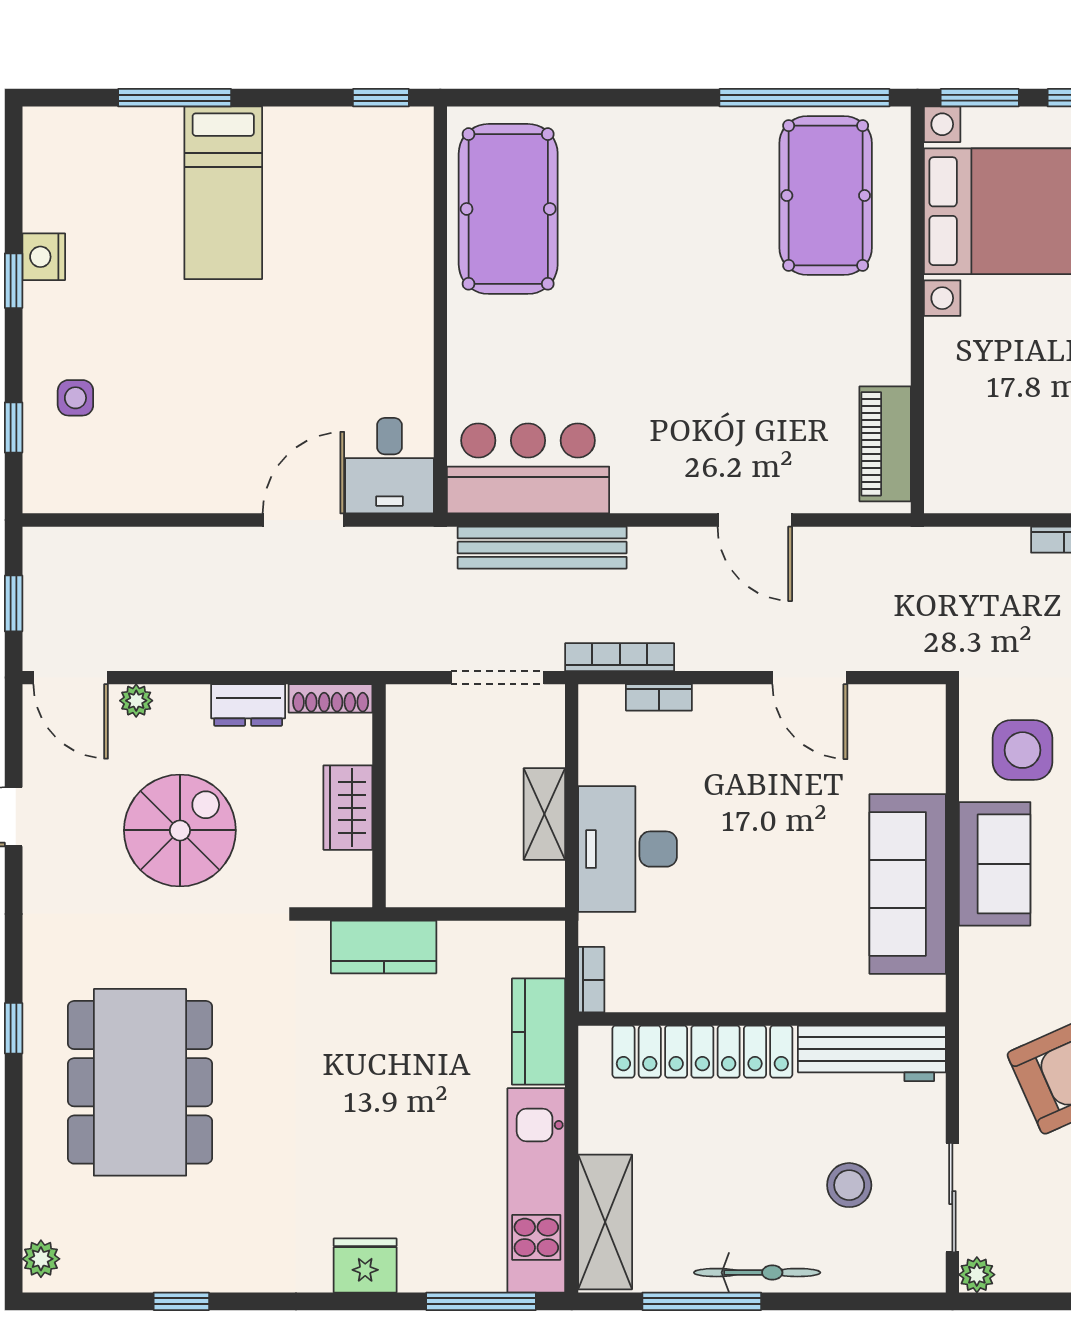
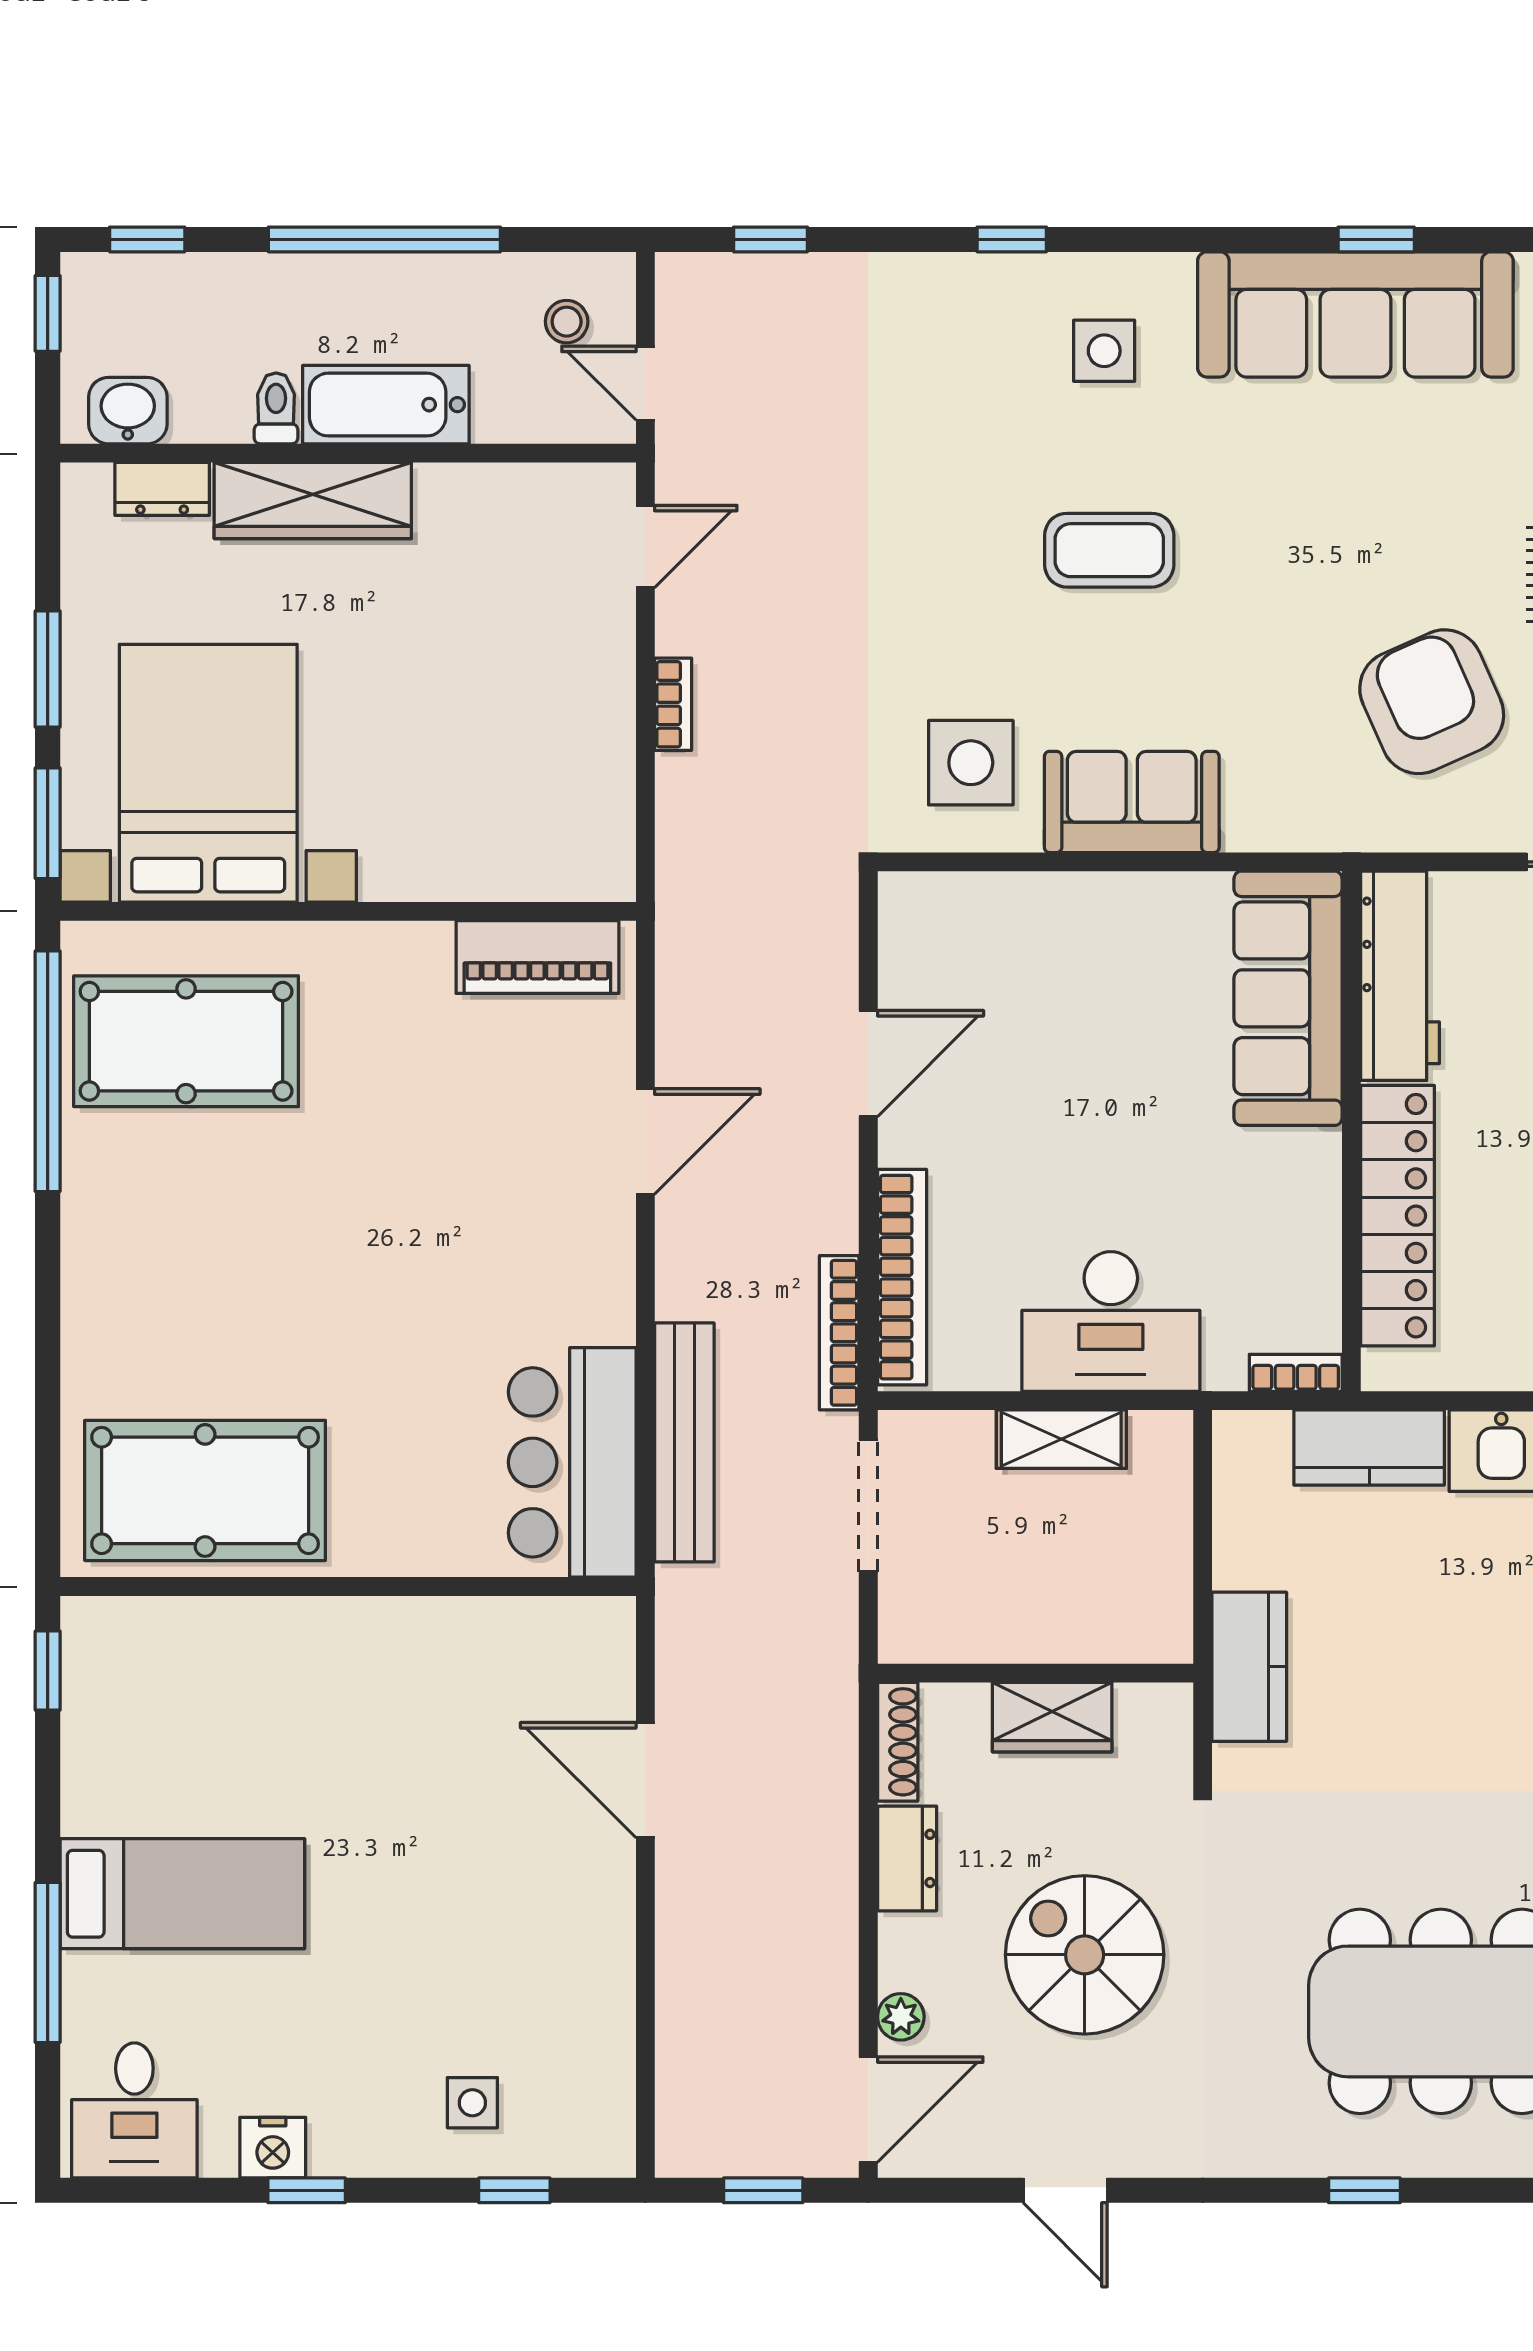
desk: (389, 466) -> (134, 2110), moved, turned 90
bookcase: (659, 697) -> (902, 1277), width x2.31, depth x1.31
sofa: (908, 884) -> (1288, 998), moved, turned 90

